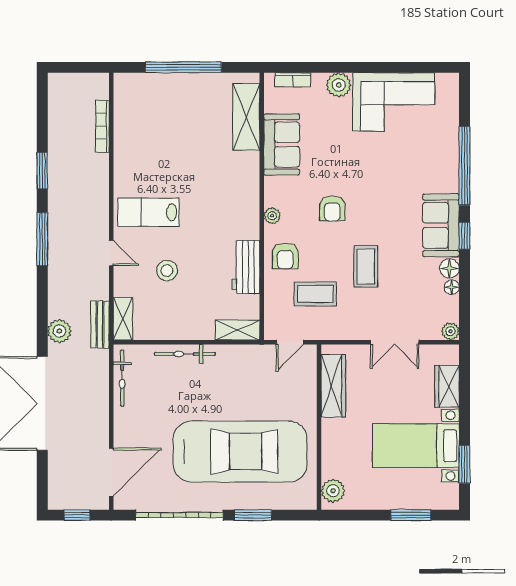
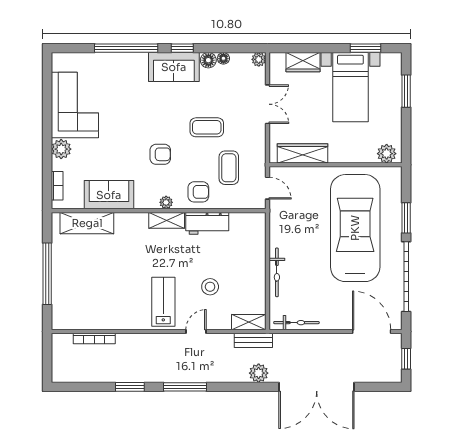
lab bench: (148, 212) -> (163, 302), turned 180
shelving: (238, 330) -> (167, 220), moved, turned 90

